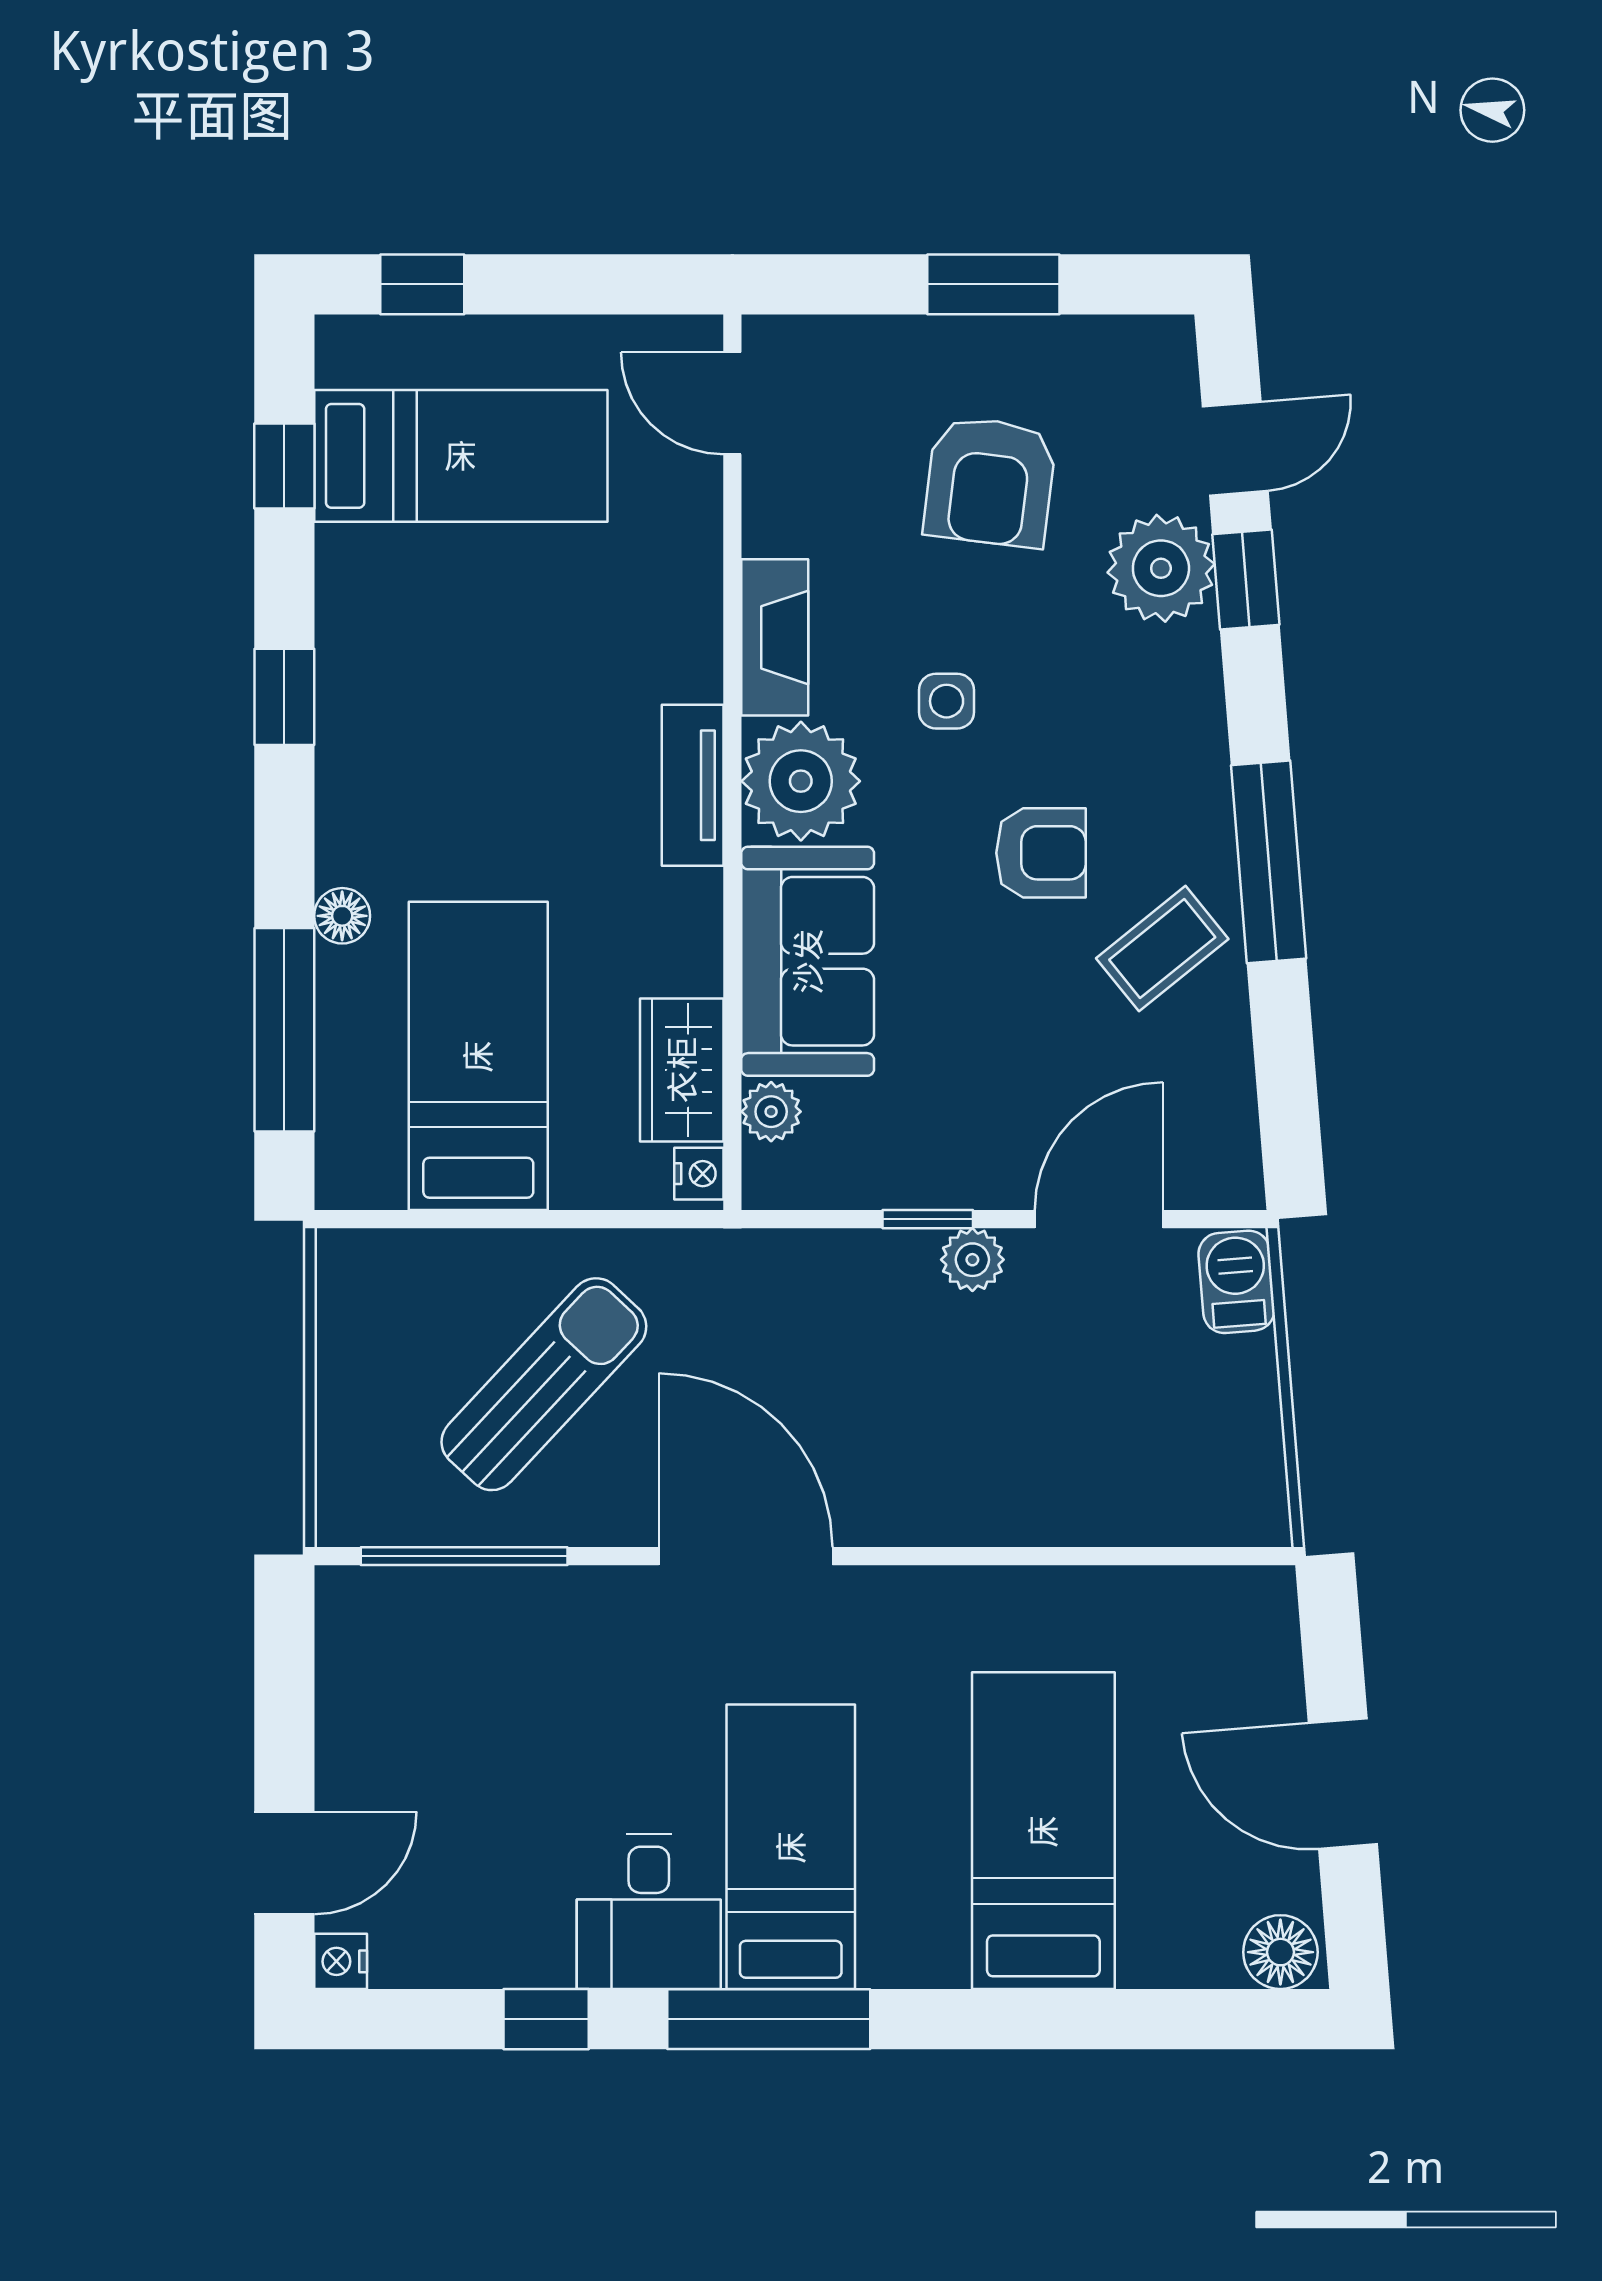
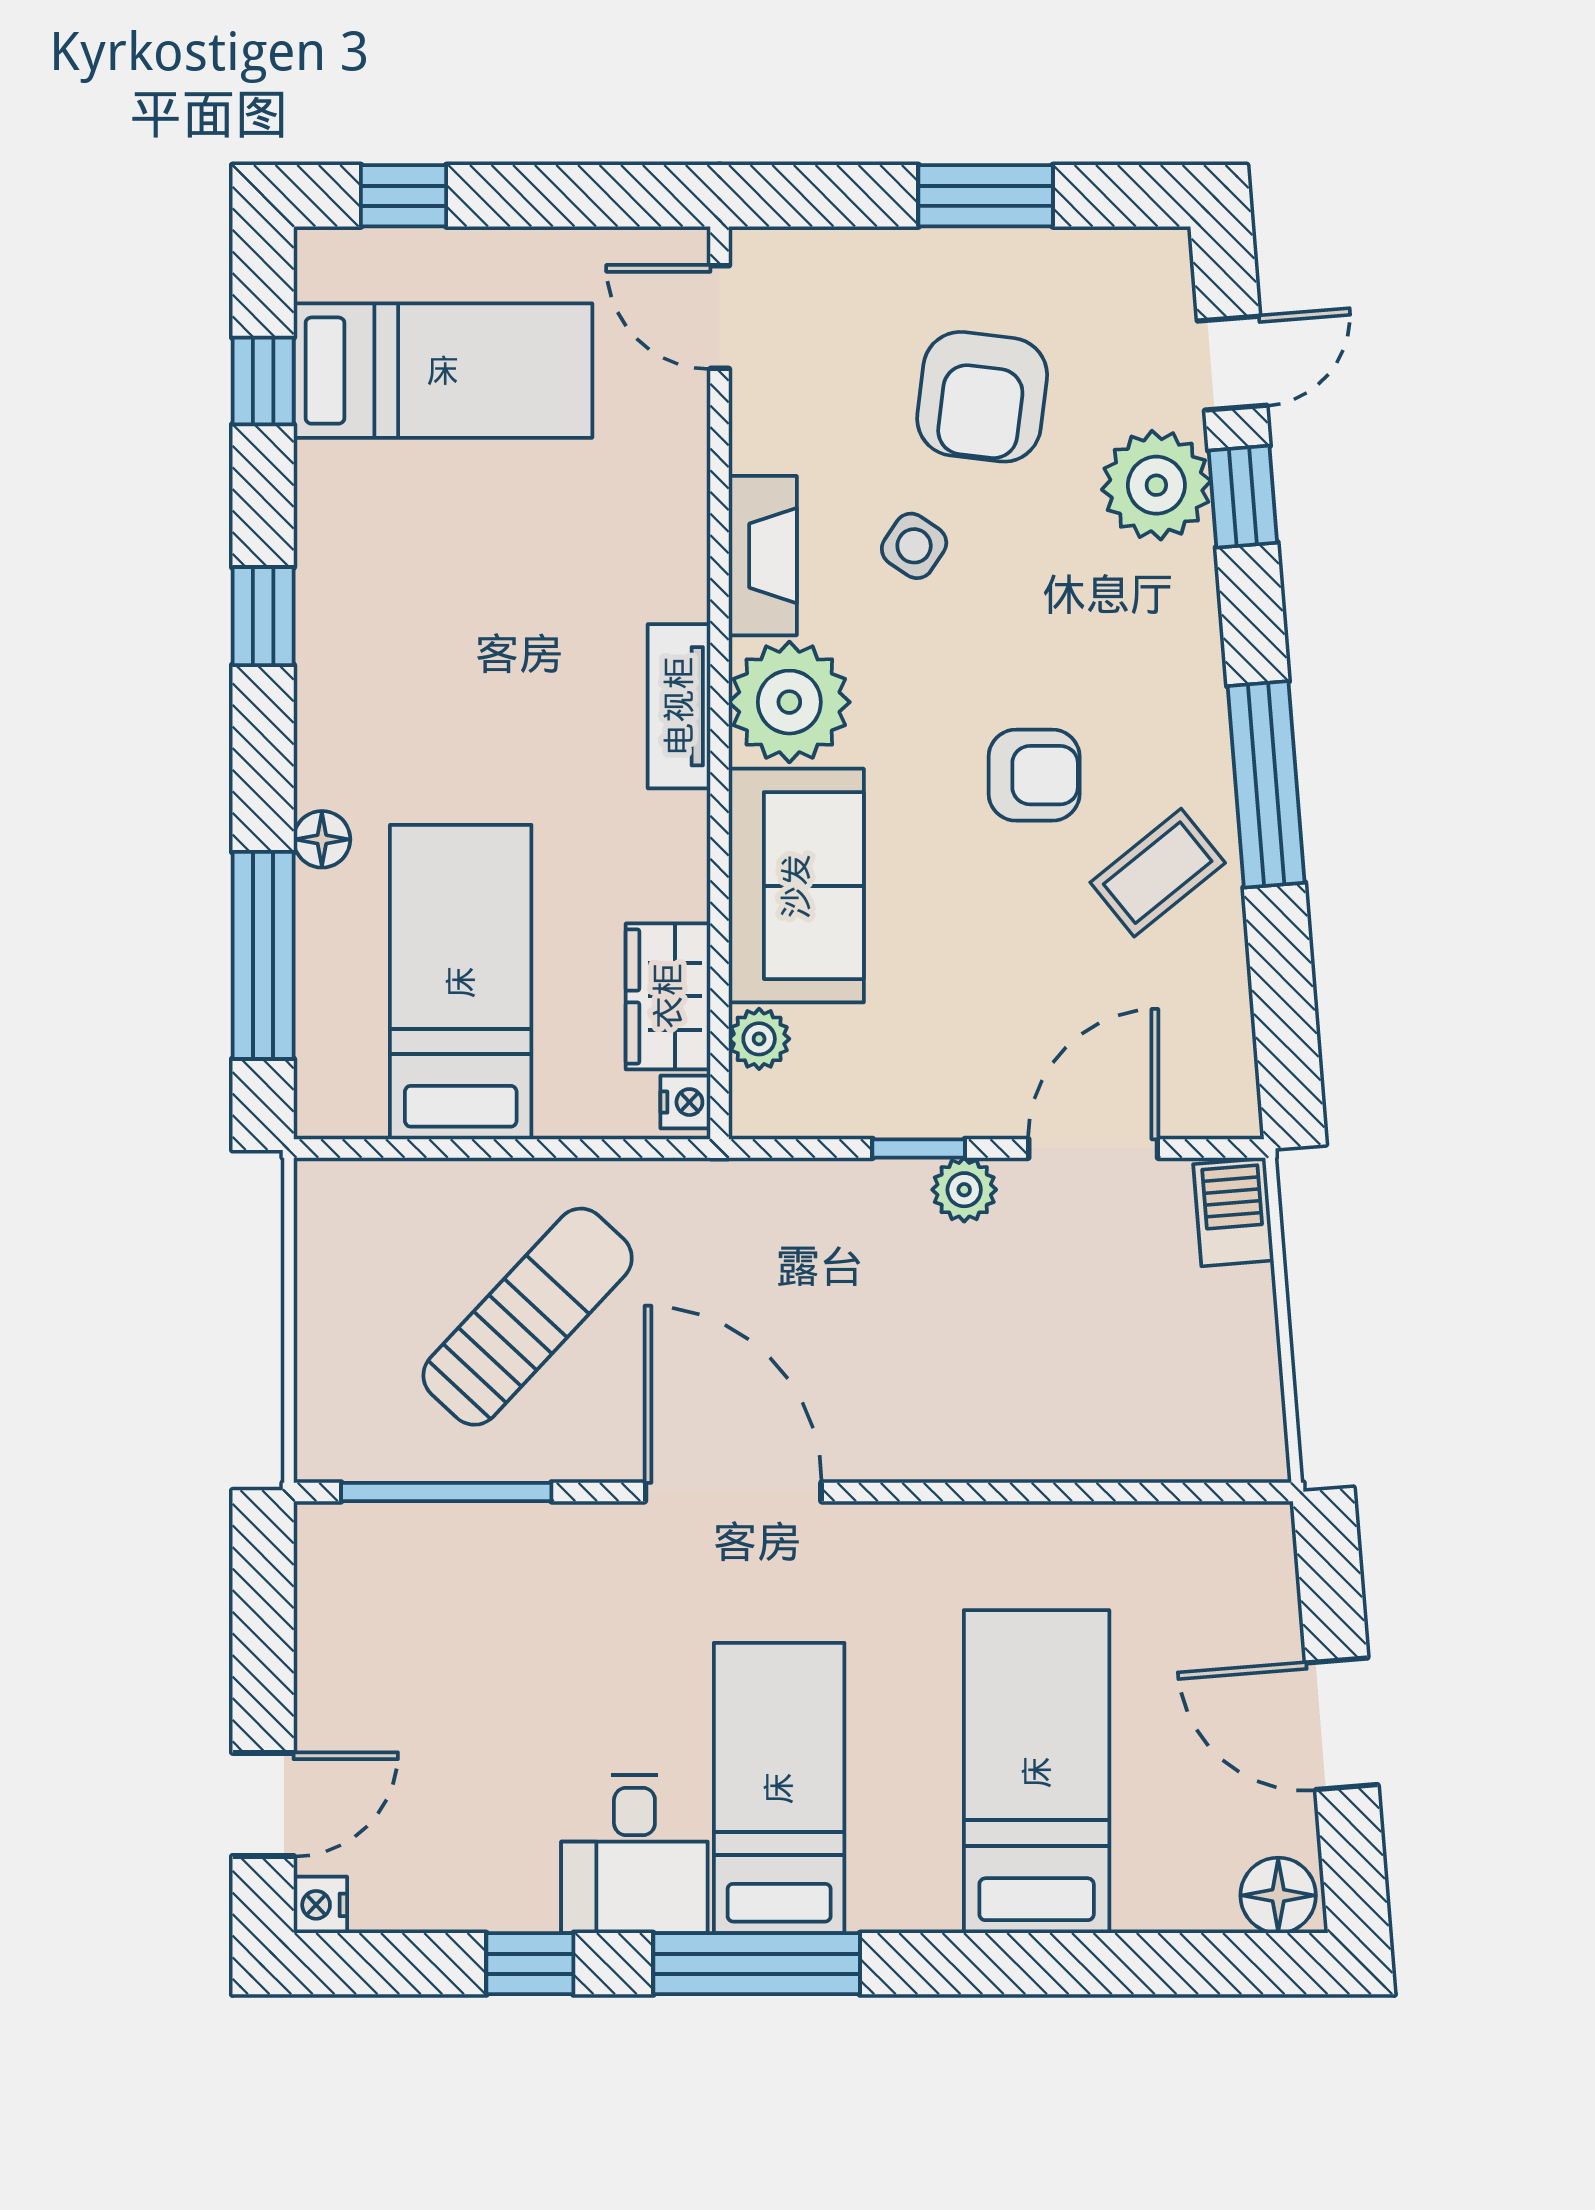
side table: (947, 701) -> (914, 546), moved, turned 34

